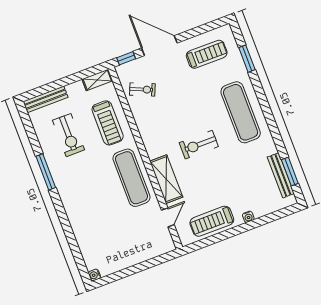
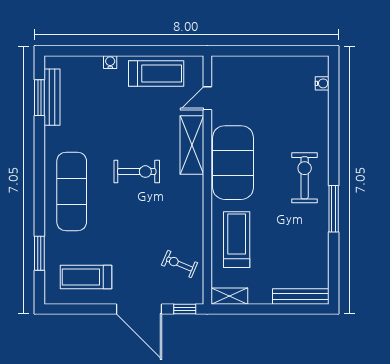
exercise bike: (69, 135) -> (305, 178), moved
exercise mat: (131, 178) -> (233, 163), width x1.47
water cooler: (94, 275) -> (322, 83), moved

